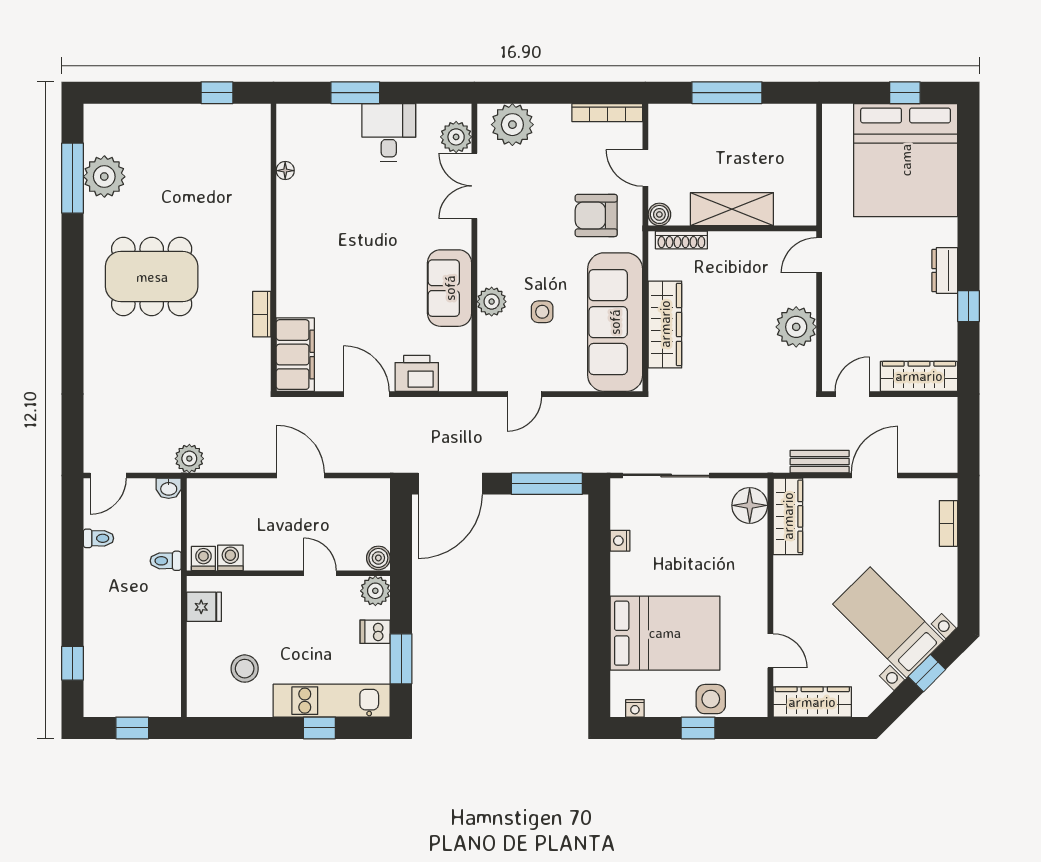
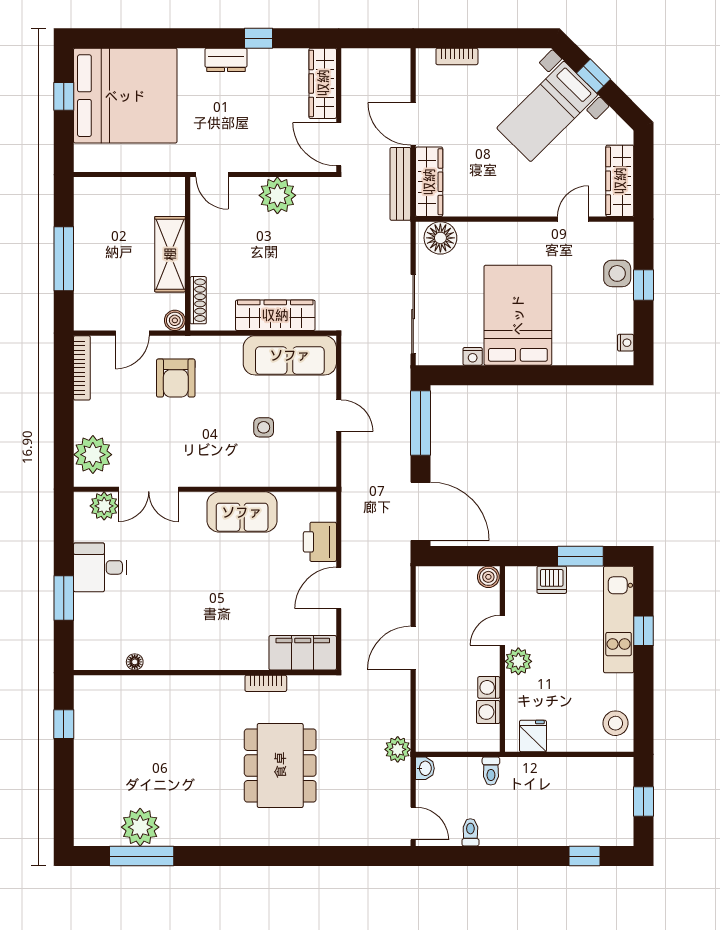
dining table: (152, 277) -> (280, 765), moved
plant: (492, 302) -> (254, 474), removed
sofa: (615, 322) -> (290, 355), width x0.74, depth x0.79
door: (524, 394) -> (339, 416), moved
door: (852, 394) -> (339, 144), width x1.38
bench: (820, 462) -> (400, 184), width x1.36
wardrobe: (788, 516) -> (429, 182), moved, turned 90
washing machine: (203, 558) -> (489, 687), moved
plant: (375, 591) -> (518, 661), moved
dishwasher: (375, 632) -> (552, 580), width x1.38
bed: (665, 633) -> (518, 315), moved
stool: (245, 669) -> (615, 723), moved

